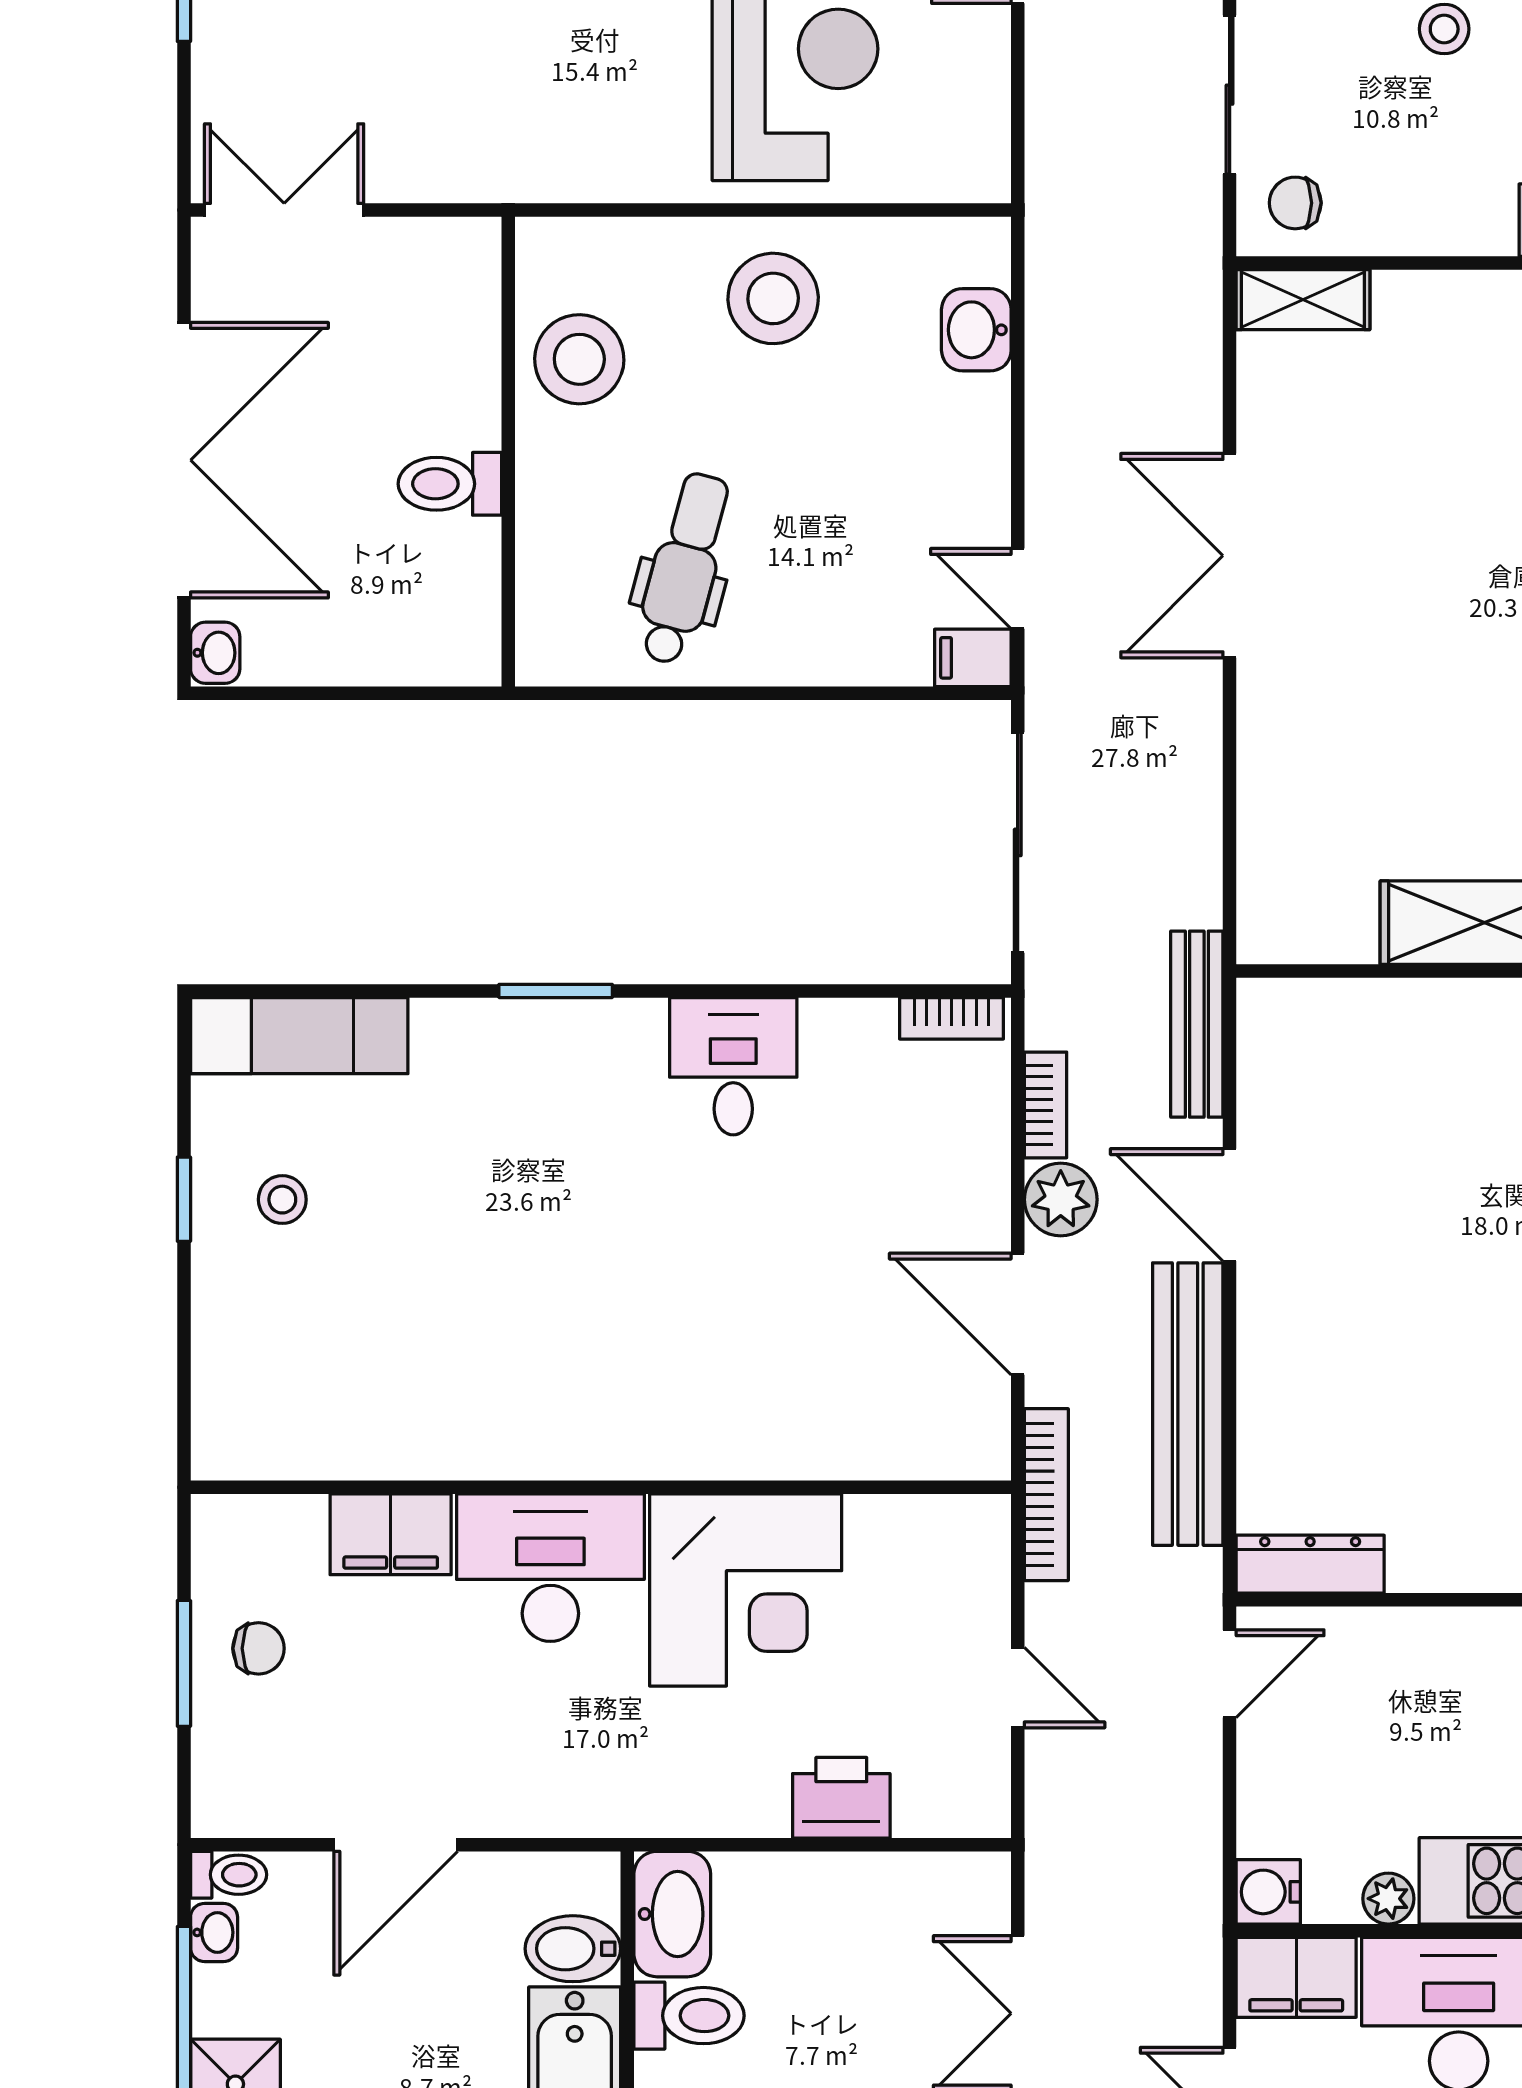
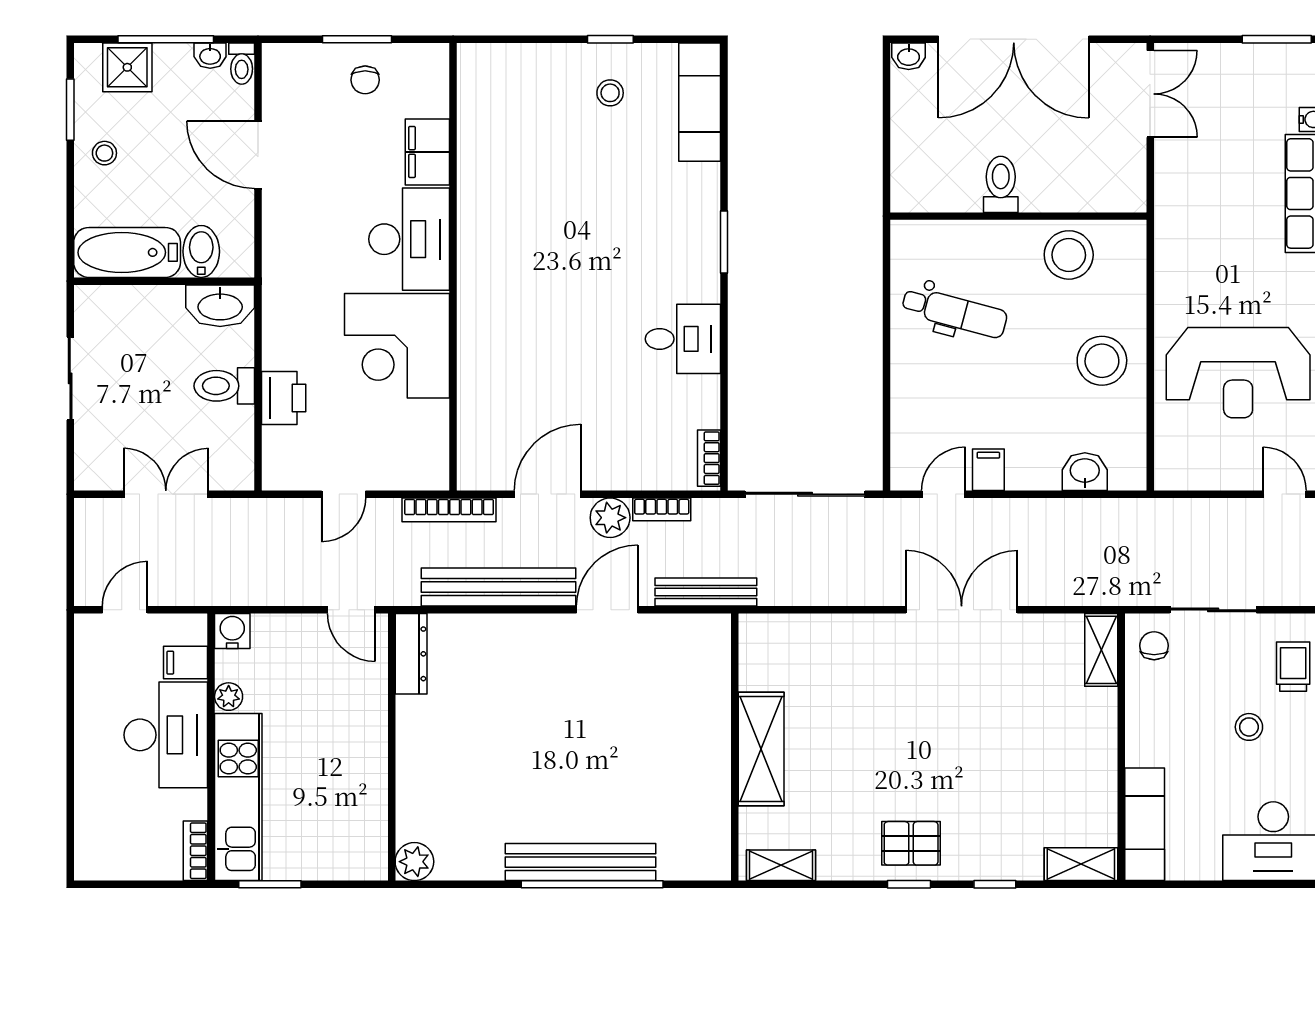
filing cabinet: (973, 658) -> (988, 470), moved
filing cabinet: (1296, 1977) -> (186, 663), width x0.50
toilet: (689, 2016) -> (224, 386), moved, turned 90

